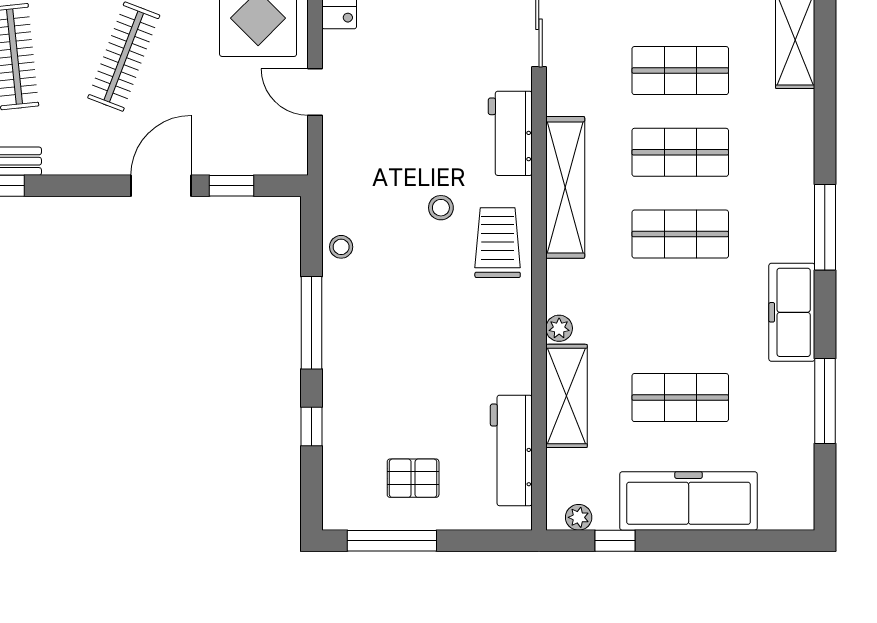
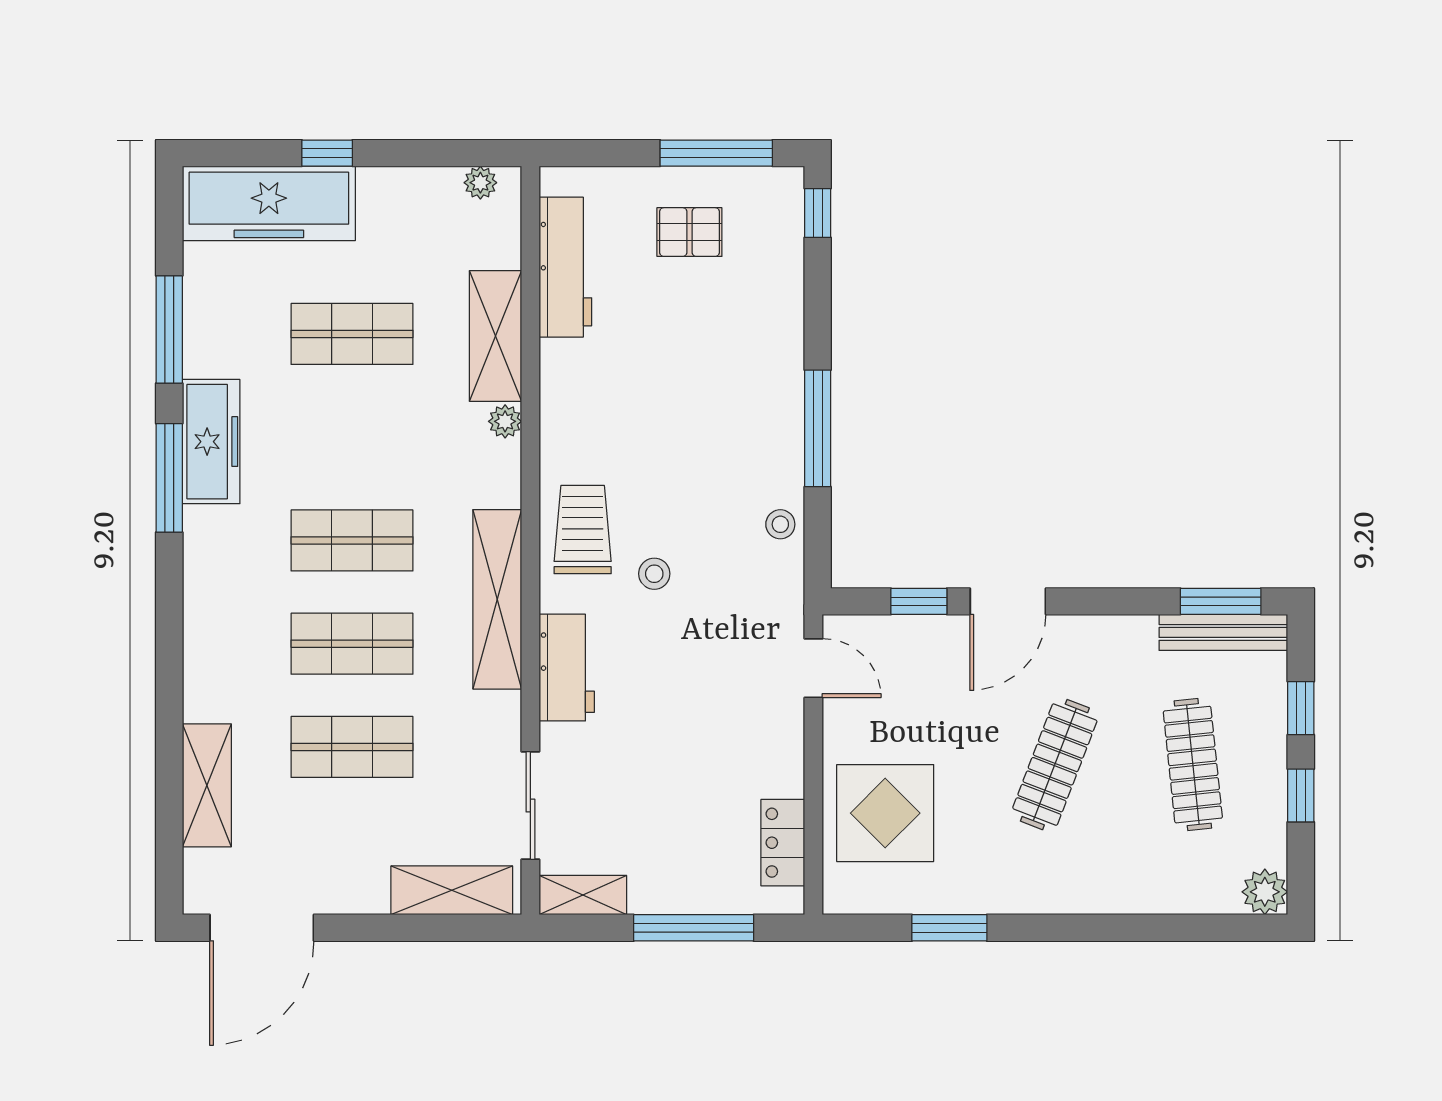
door: (315, 92) -> (813, 668), moved
window: (825, 227) -> (169, 478), moved
trolley: (498, 243) -> (583, 530), turned 180
window: (312, 427) -> (818, 213), moved
freezer: (689, 501) -> (269, 203), moved
window: (615, 541) -> (327, 153), moved

